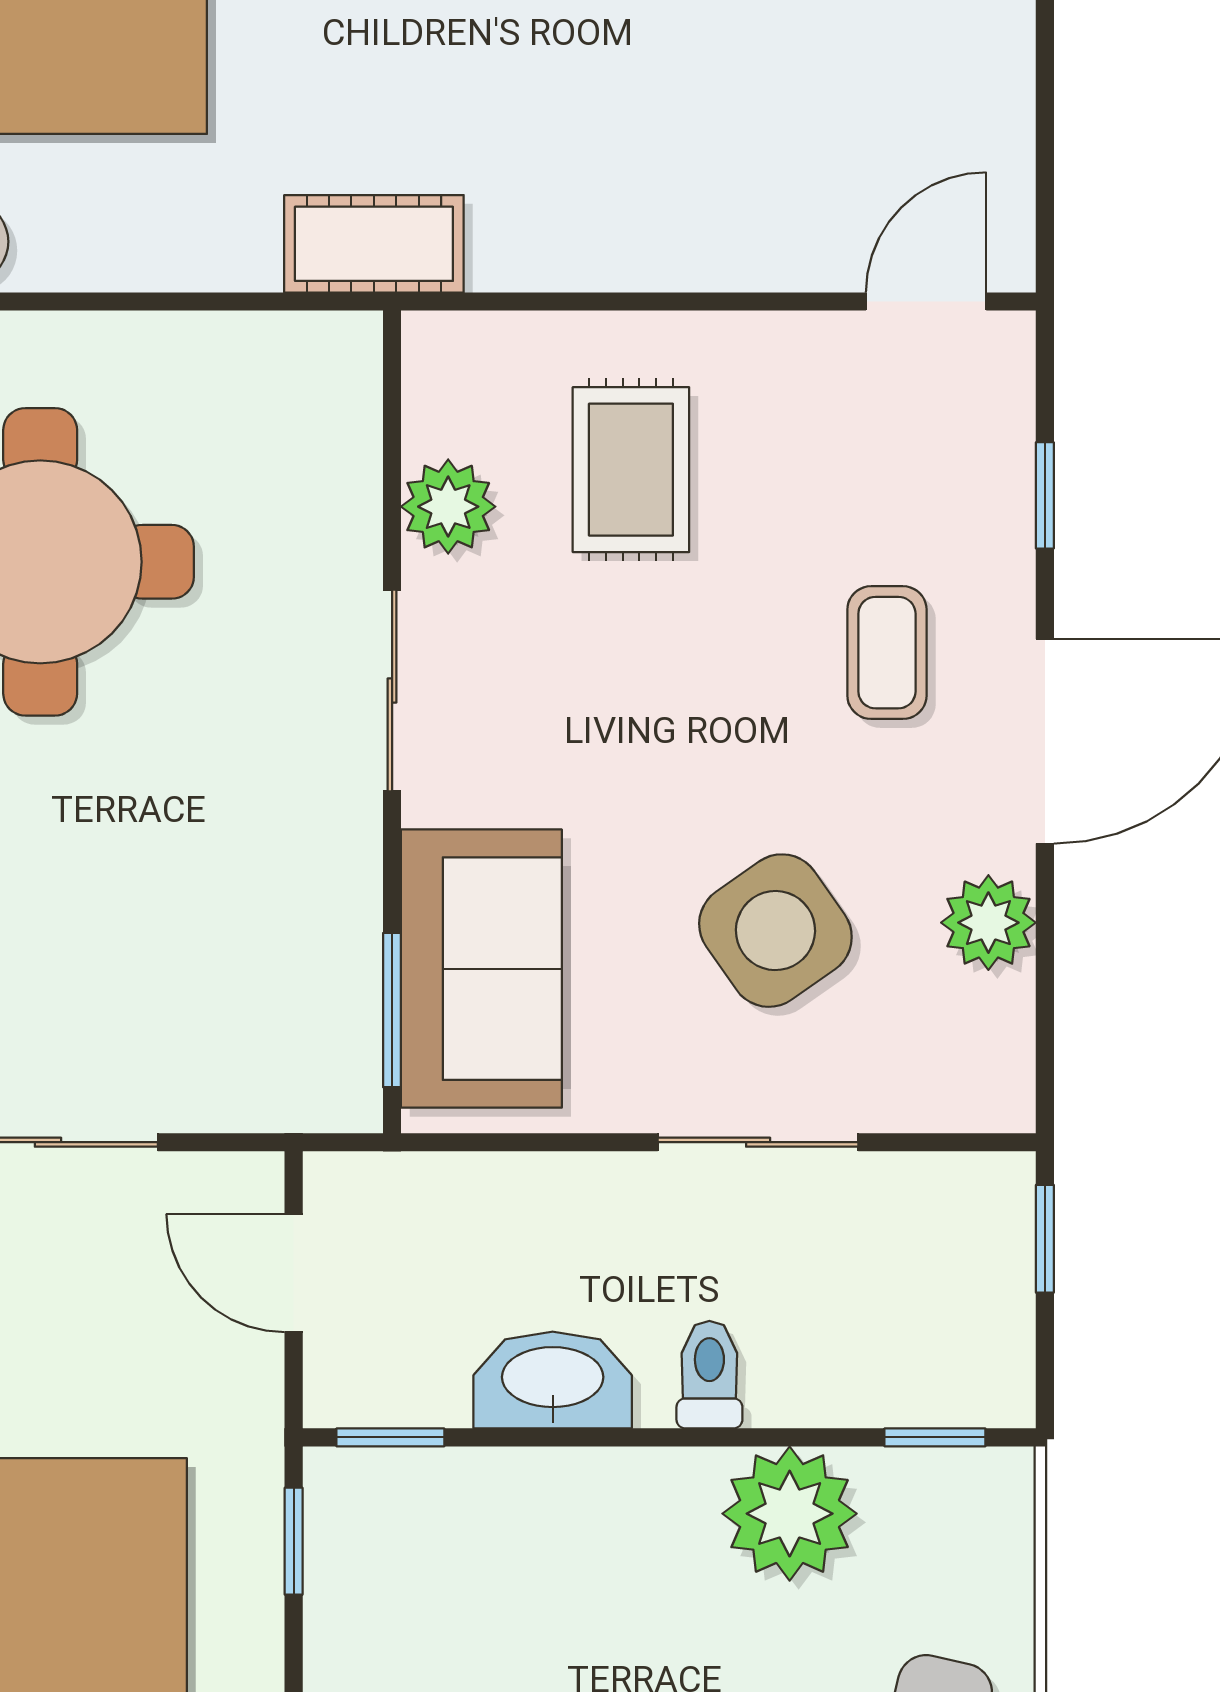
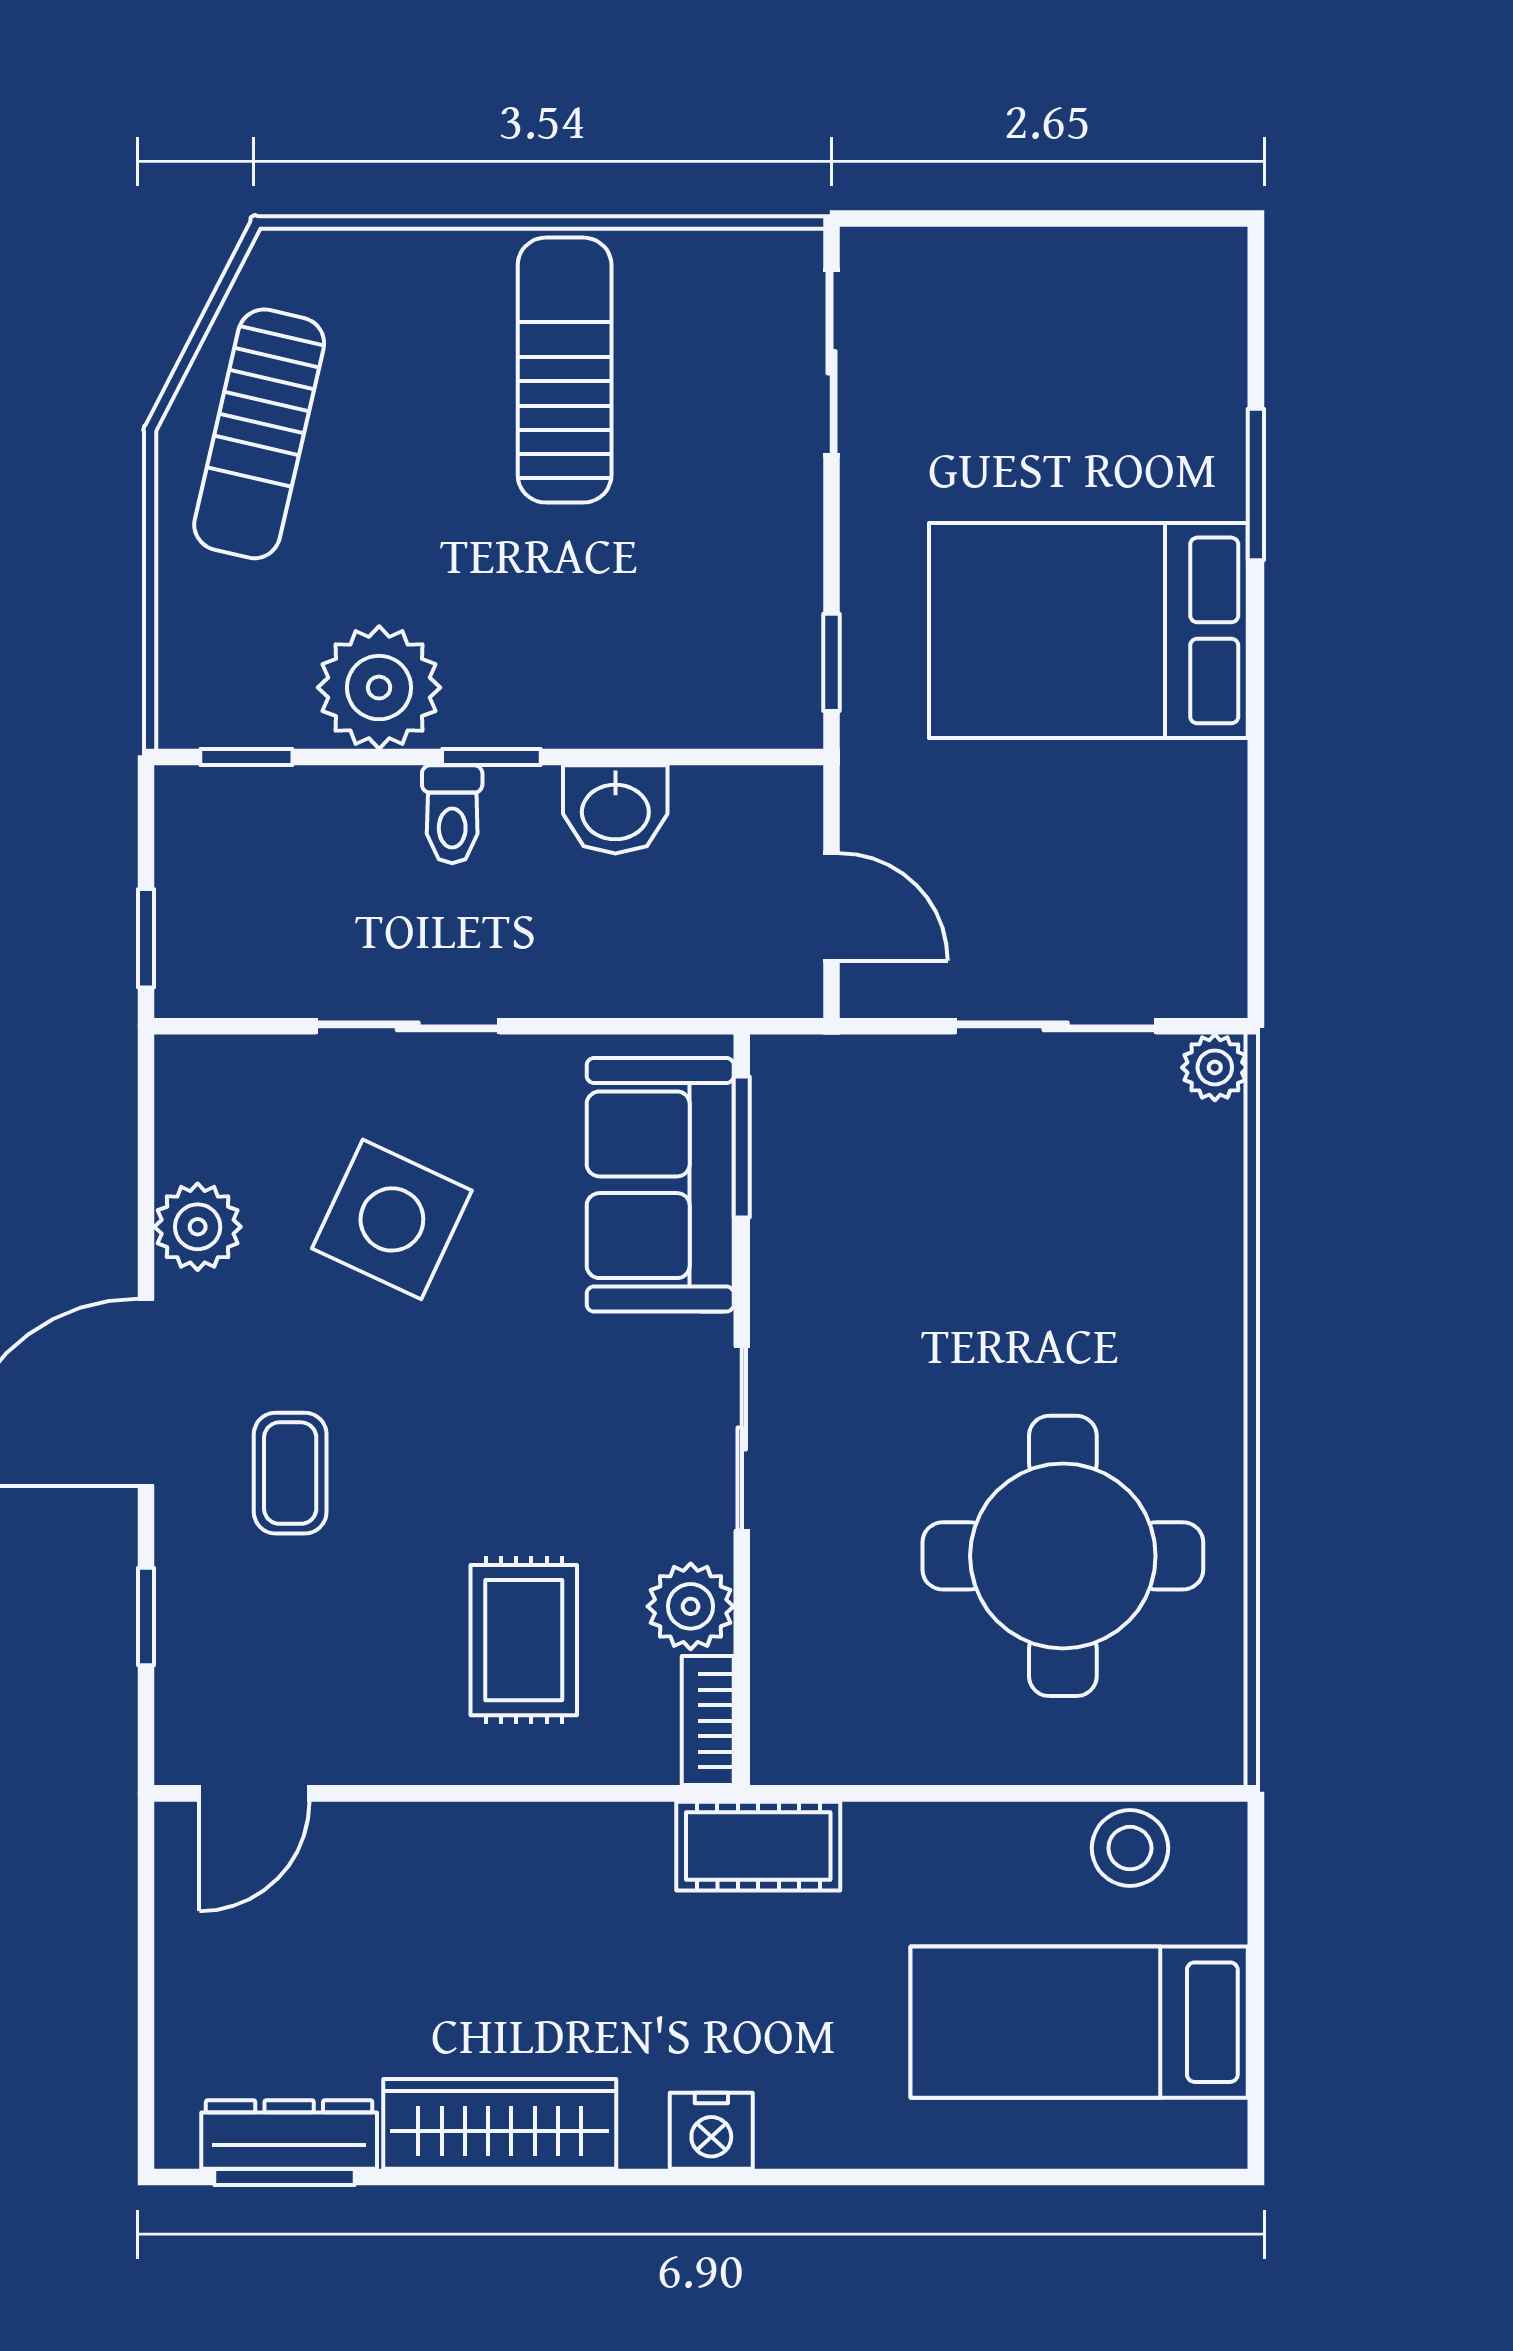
bookcase: (429, 381) -> (708, 1721), added
side table: (775, 931) -> (392, 1219), turned -30
washbasin: (553, 1380) -> (615, 809), width x0.72
window: (390, 1437) -> (491, 757), moved

